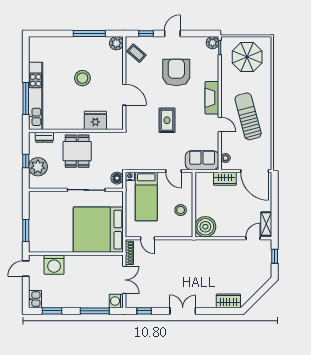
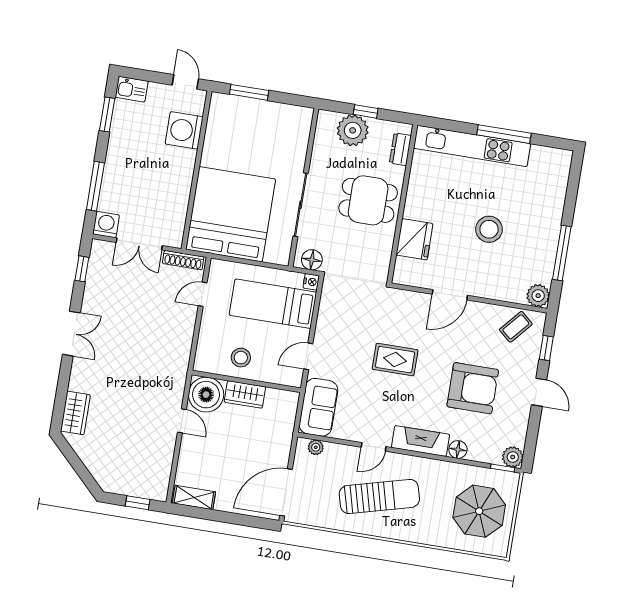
floor lamp: (213, 75) -> (458, 450), added
window: (26, 99) -> (504, 134), moved
wardrobe: (225, 179) -> (245, 394), moved, turned -90
door: (253, 238) -> (182, 421), moved

